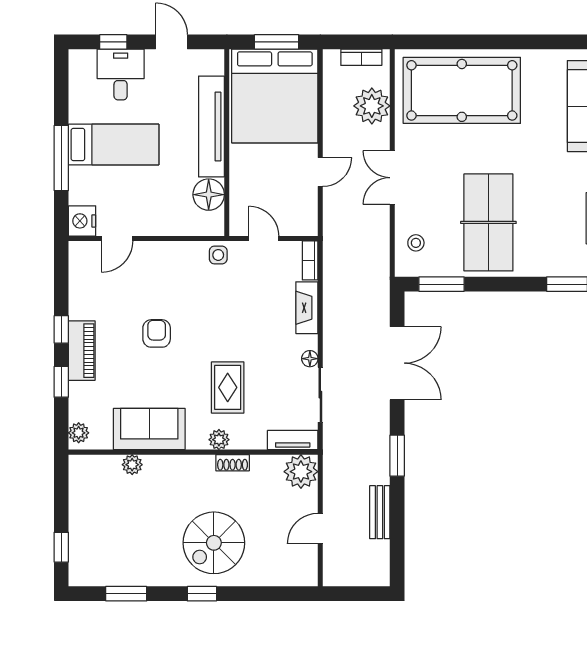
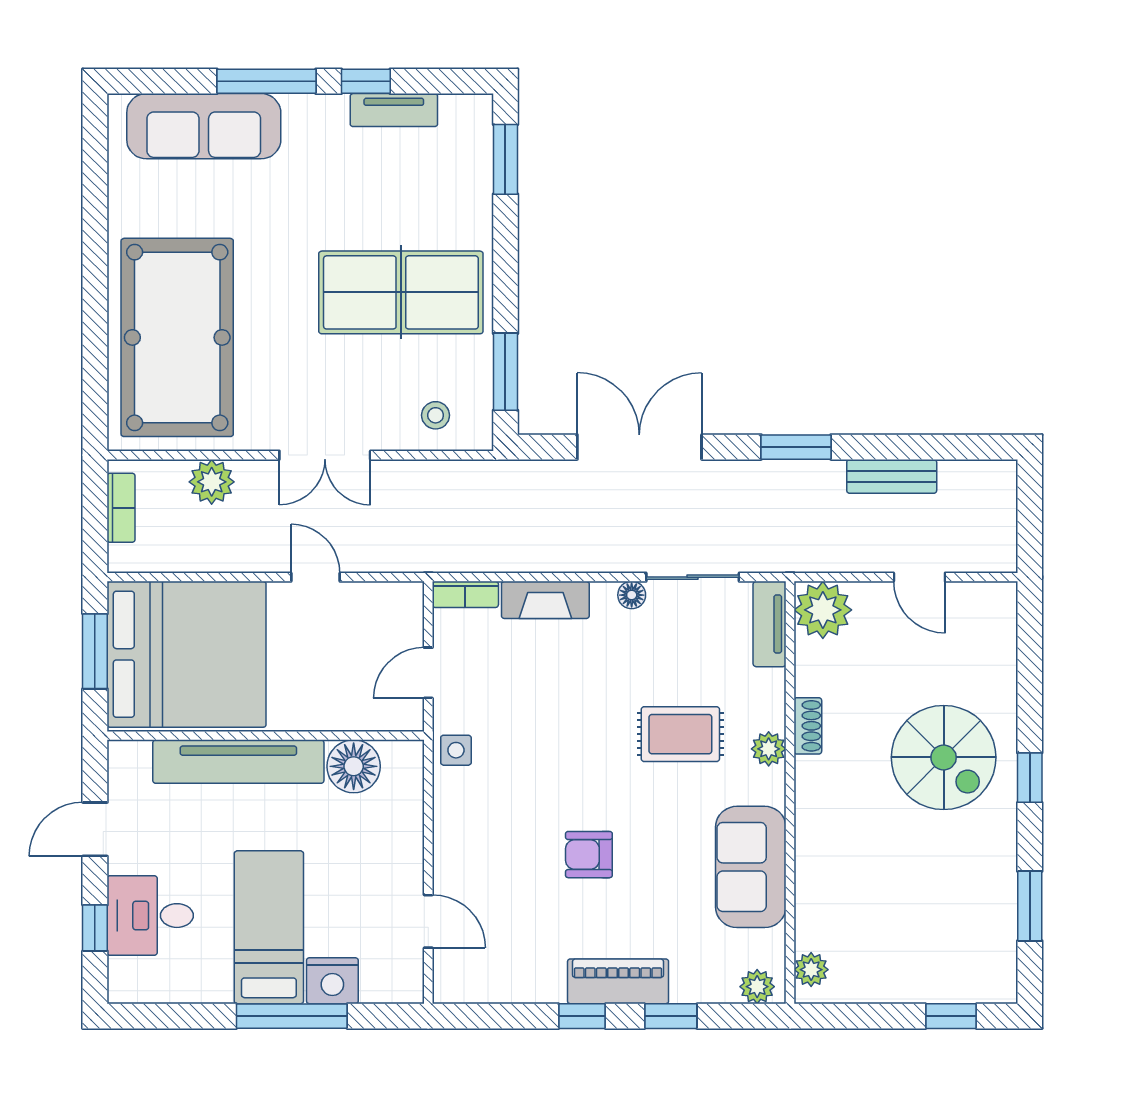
plant: (372, 106) -> (212, 482), width x0.73, depth x0.73
nightstand: (82, 221) -> (332, 981), moved
plant: (132, 465) -> (811, 970), moved

